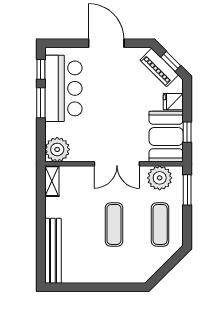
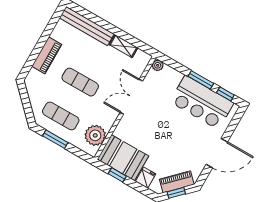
plant: (57, 149) -> (158, 65), width x0.53, depth x0.53
double door: (117, 164) -> (131, 97), moved
shelving: (52, 181) -> (124, 46), moved
window: (187, 190) -> (55, 139), moved
piano: (106, 274) -> (47, 55), added

